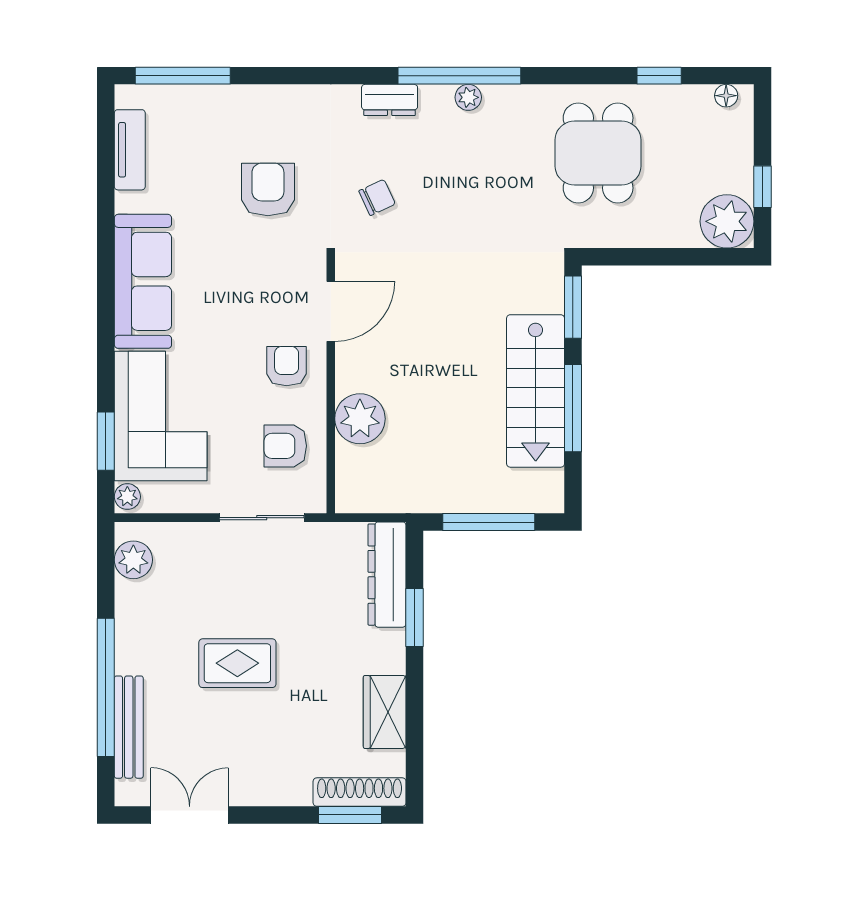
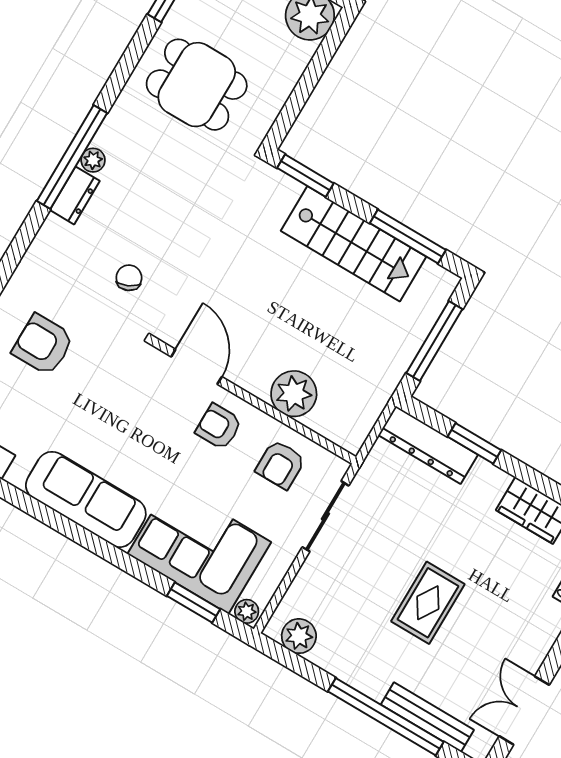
dresser: (390, 100) -> (75, 195), moved
armchair: (268, 189) -> (43, 345), moved
window: (573, 408) -> (408, 237), moved

